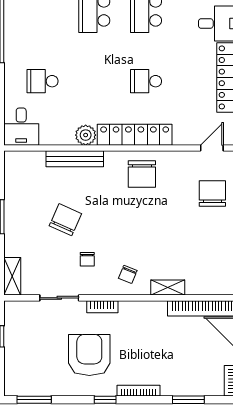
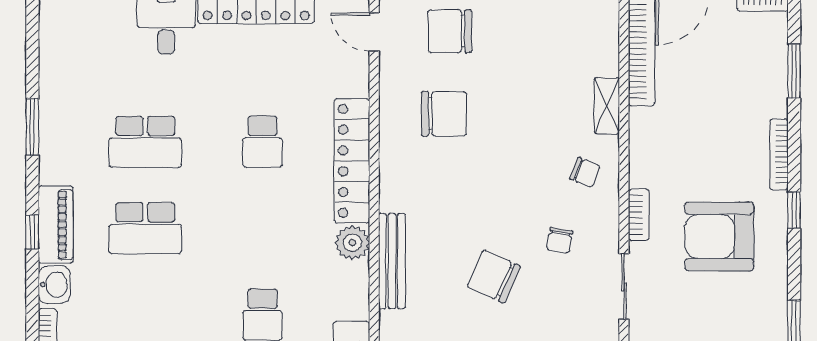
chair: (142, 174) -> (444, 114), moved
chair: (87, 259) -> (560, 240), turned 100

